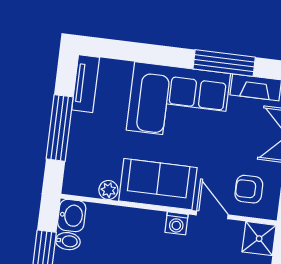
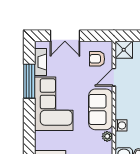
armchair: (249, 189) -> (97, 59), turned 90
washing machine: (177, 223) -> (121, 125), moved

